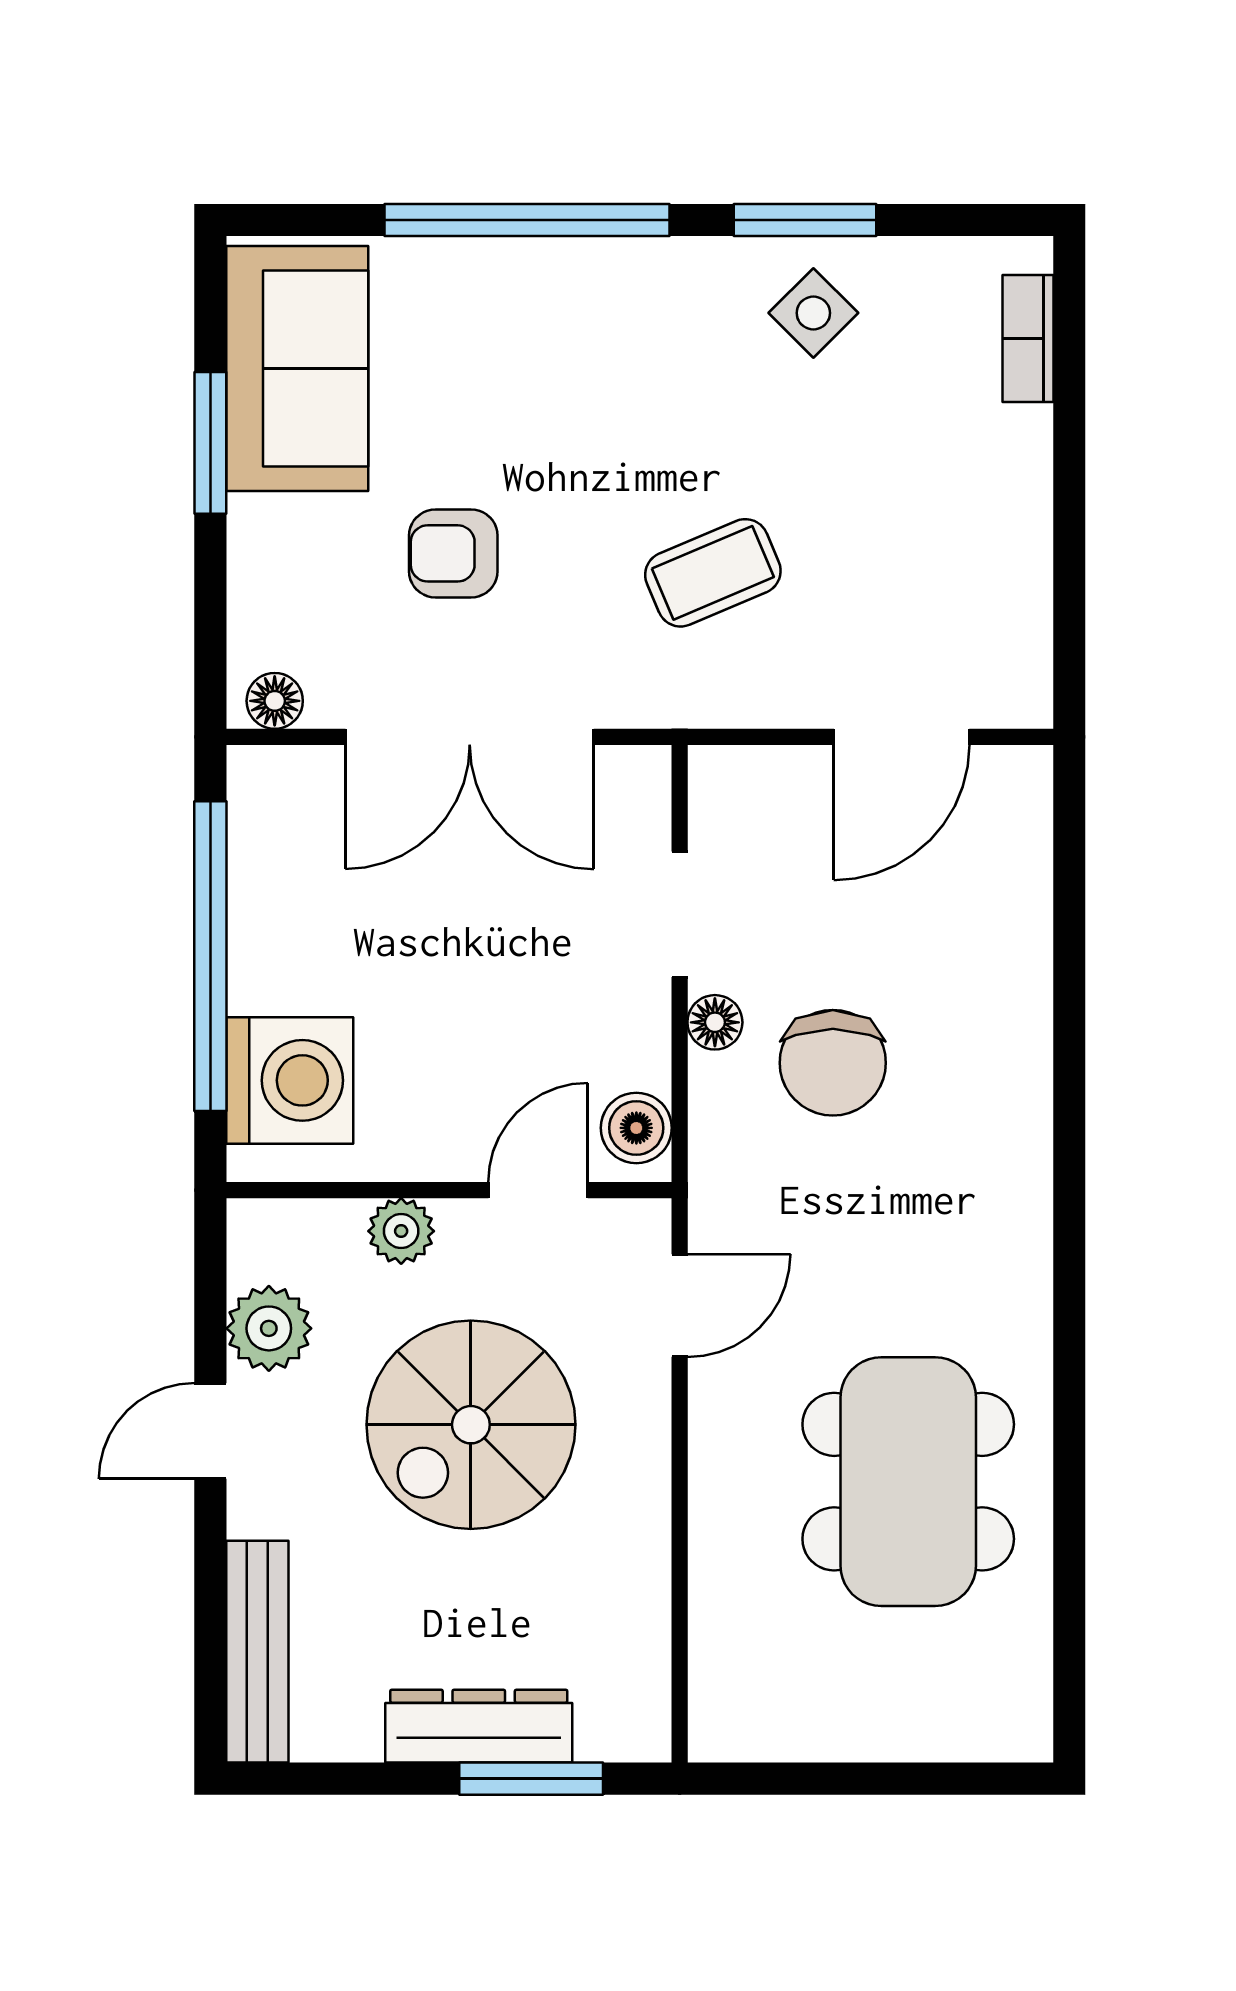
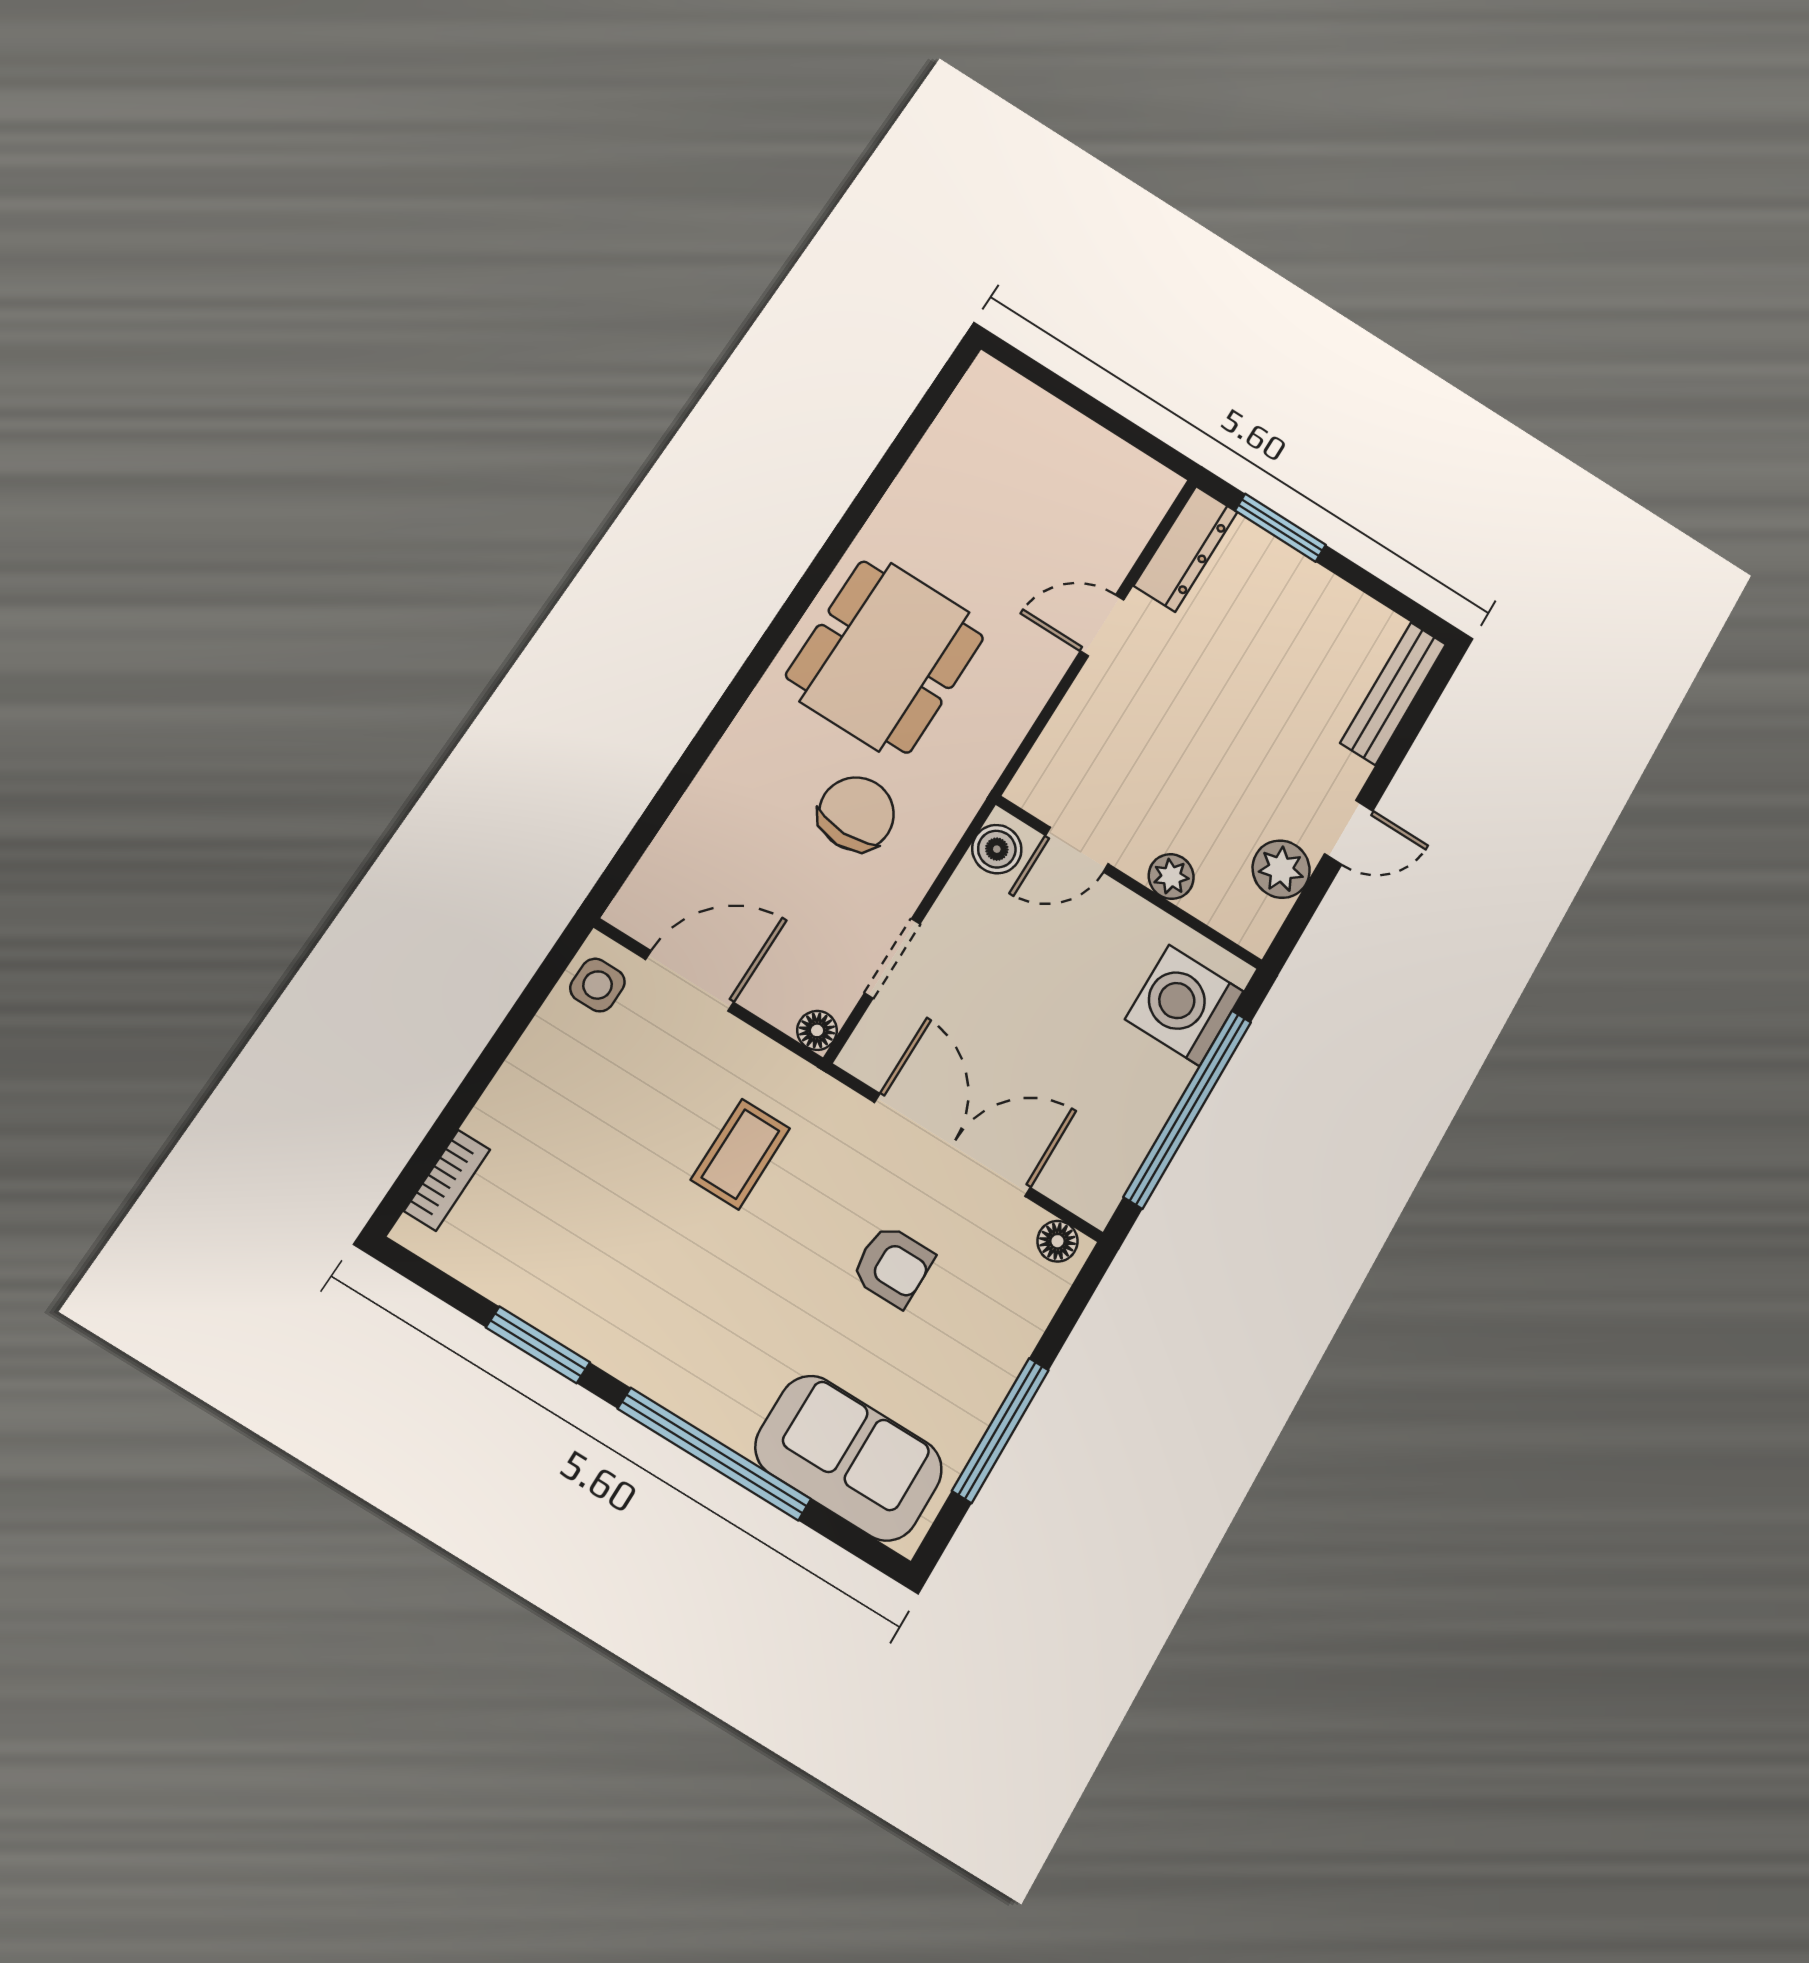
side table: (813, 313) -> (597, 985), moved, turned 45
sofa: (297, 369) -> (849, 1458), moved, turned 90
window: (210, 443) -> (1001, 1430), width x1.44
coffee table: (713, 573) -> (740, 1154), turned -67
floor lamp: (715, 1022) -> (817, 1030), moved
door: (680, 1306) -> (1102, 625), moved
spiral stairs: (471, 1425) -> (1197, 741), removed
dining table: (908, 1482) -> (885, 657), moved
dresser: (479, 1726) -> (1186, 549), moved, turned -90

